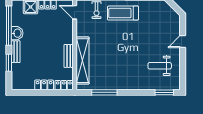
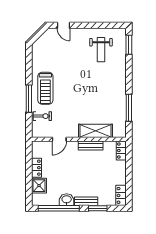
door: (75, 12) -> (59, 139), moved
door: (183, 41) -> (63, 25), moved
shelving: (83, 61) -> (95, 131), width x0.68
locker: (44, 85) -> (121, 195), moved

